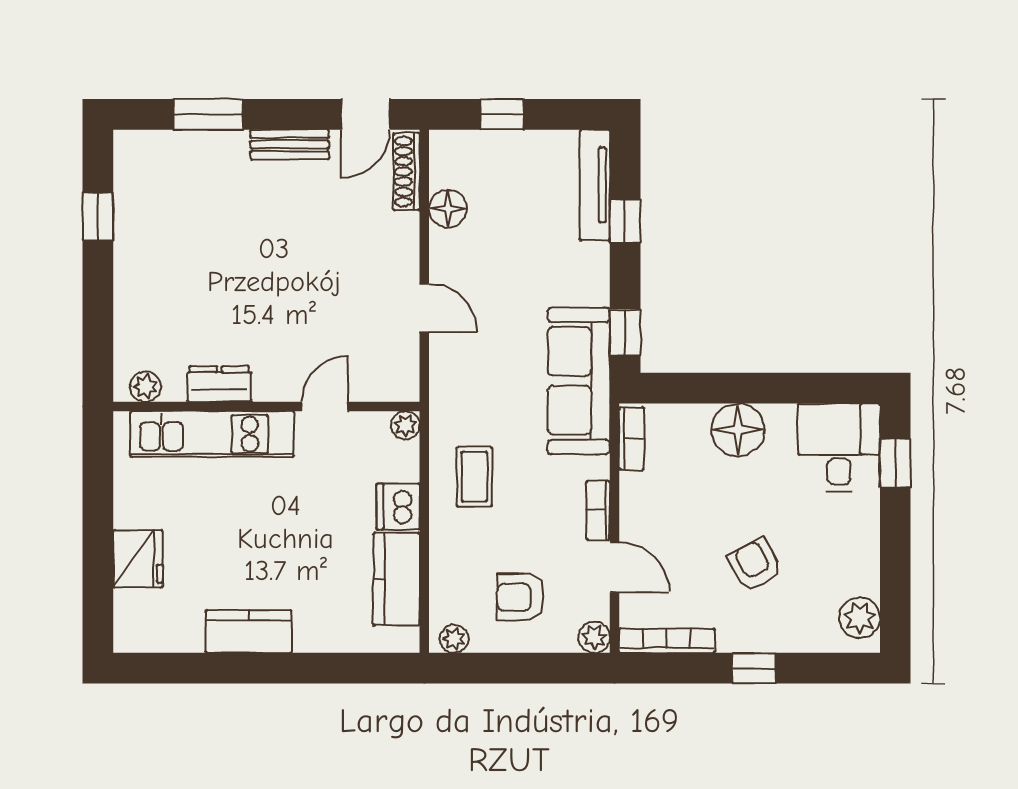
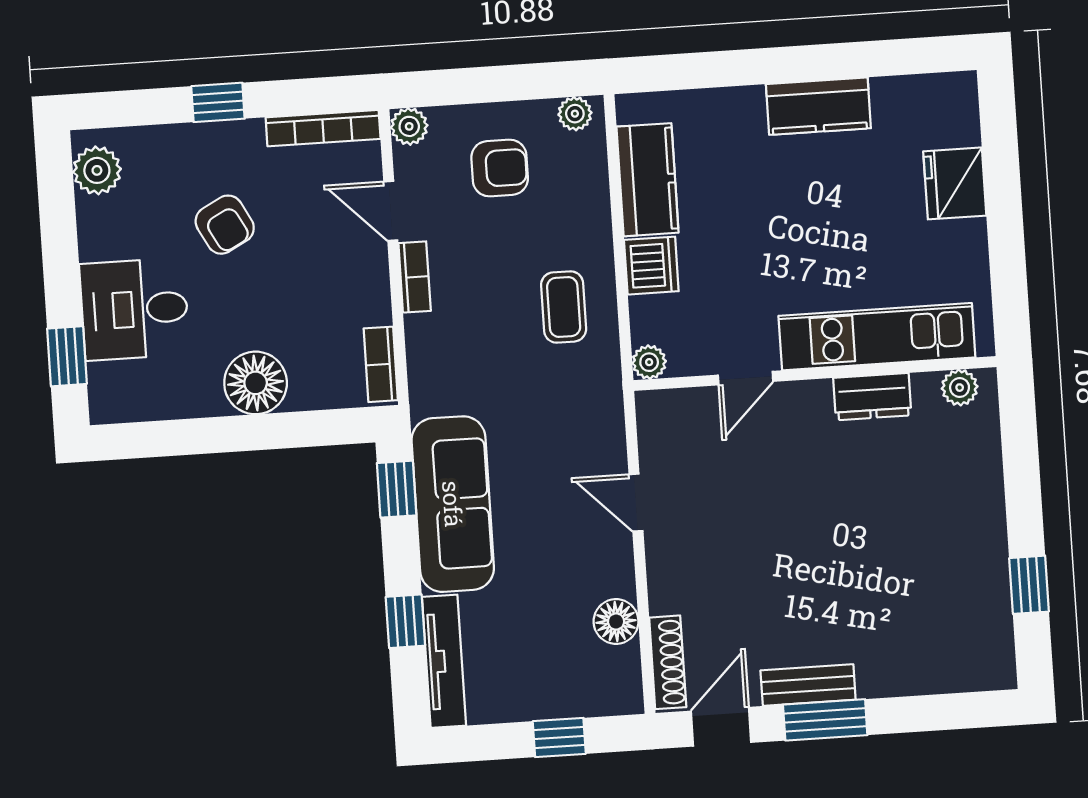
window: (208, 114) -> (825, 720), moved
sofa: (579, 381) -> (453, 504), moved
desk: (839, 448) -> (134, 309), moved, turned 90

